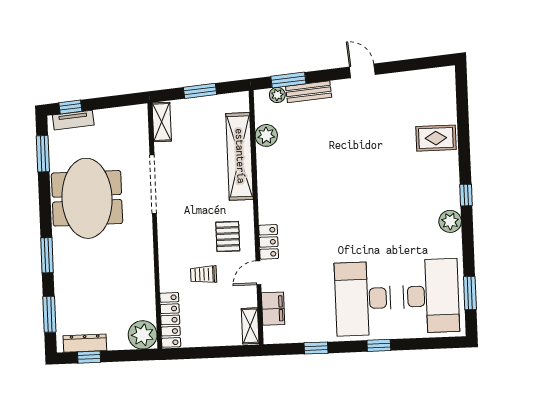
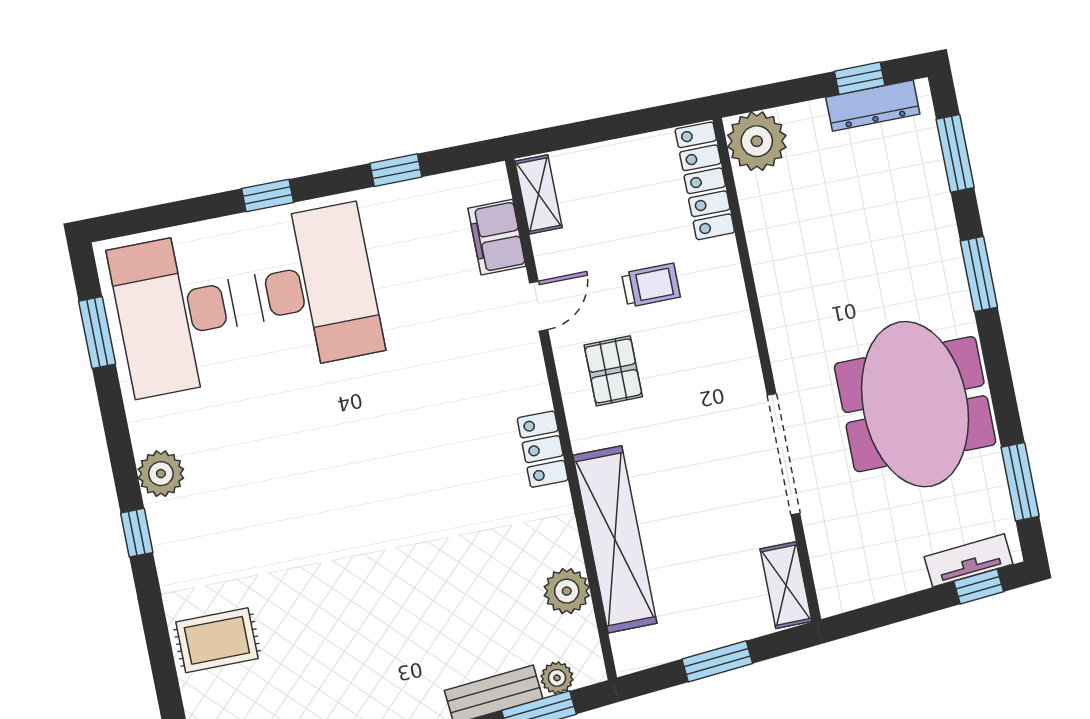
locker: (269, 242) -> (543, 449), moved

